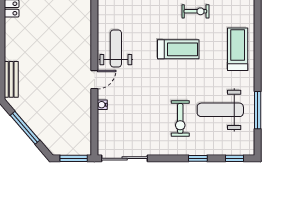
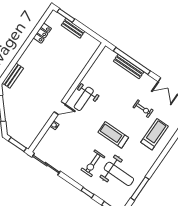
weight bench: (116, 48) -> (84, 99), turned 180
treadmill: (178, 49) -> (113, 135), moved, turned 180
treadmill: (238, 49) -> (154, 134), moved
weight bench: (220, 110) -> (119, 174), turned 180

